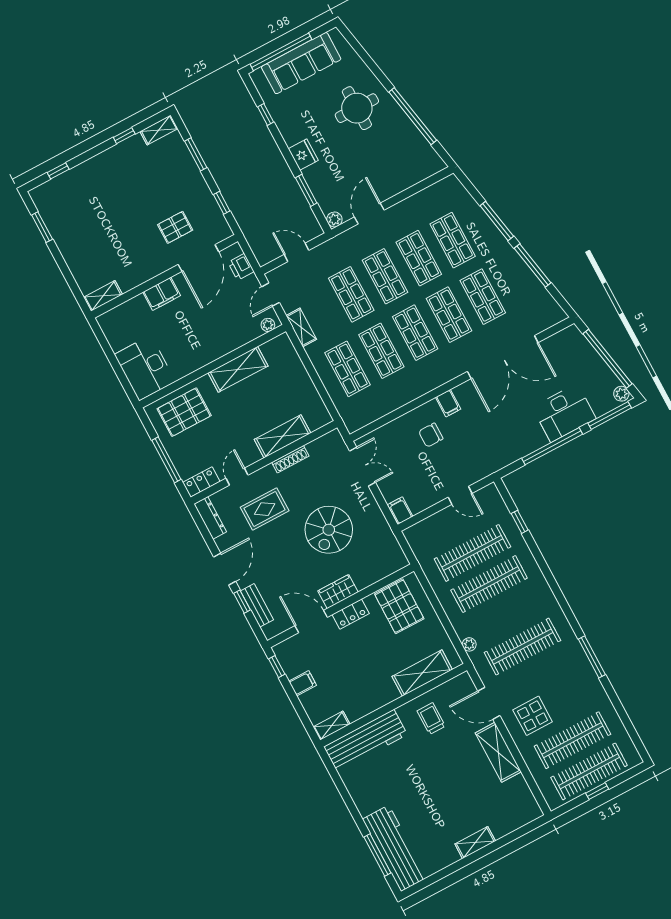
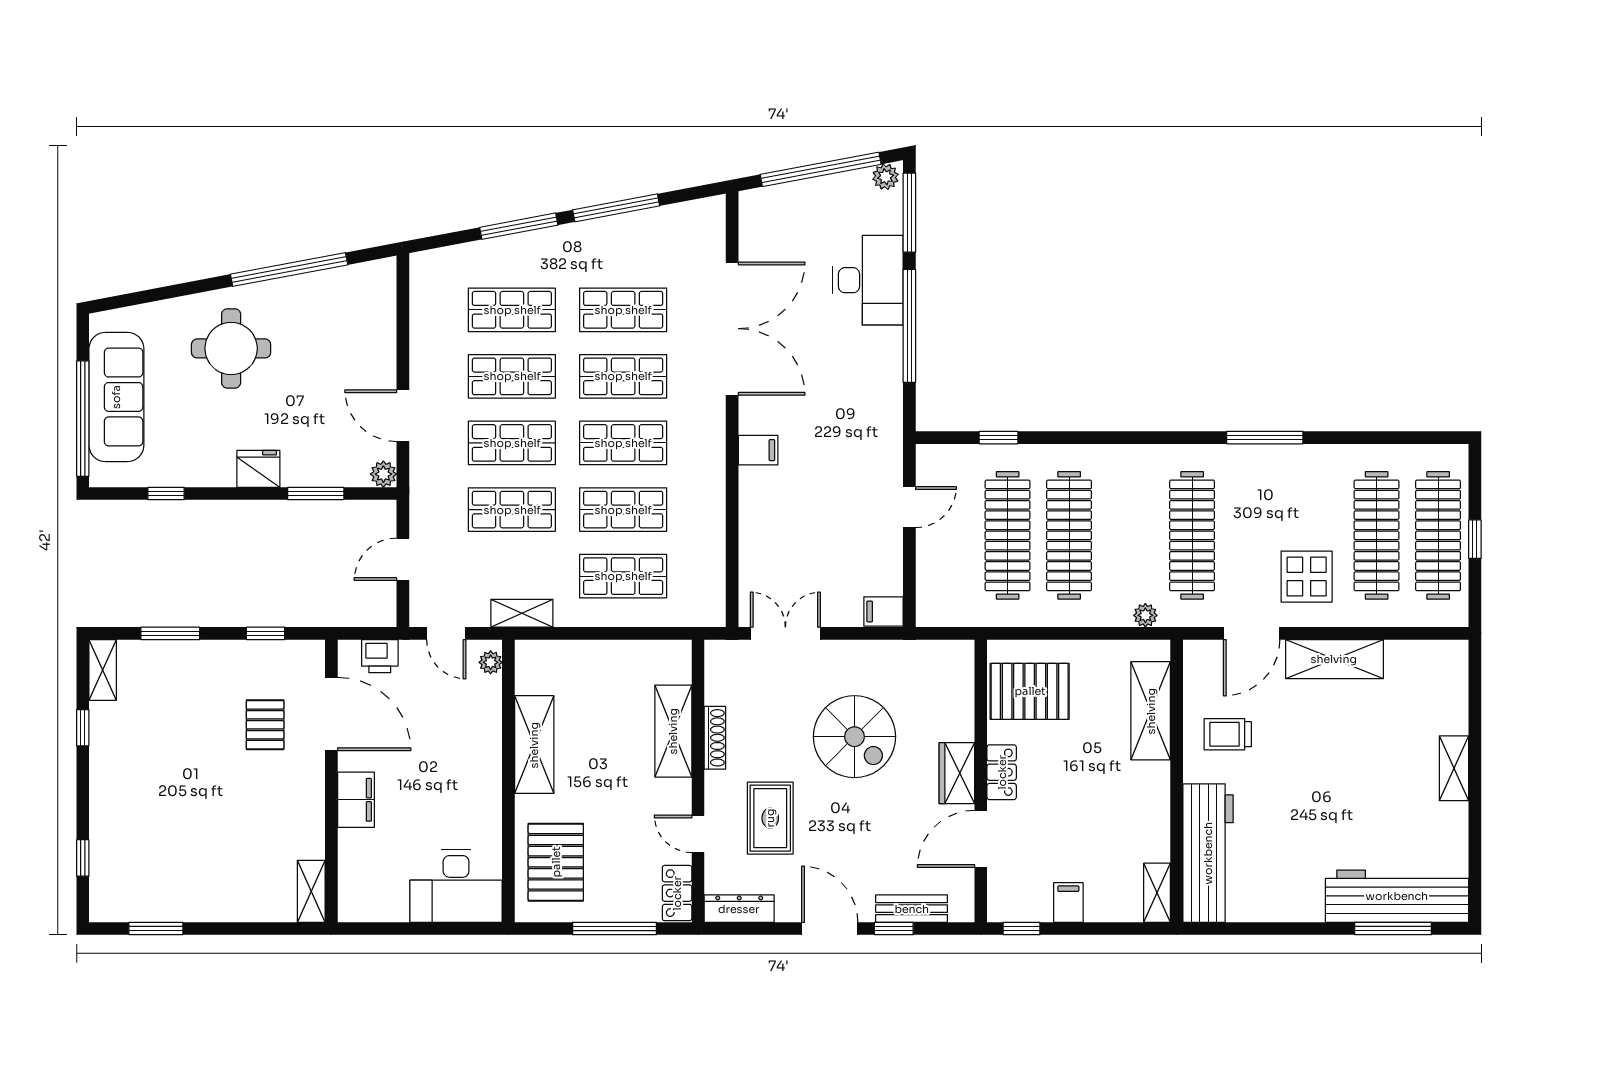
chair: (431, 435) -> (793, 503), removed

